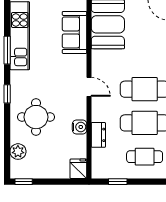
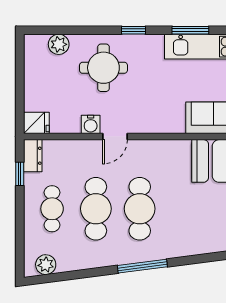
door: (89, 87) -> (115, 137), moved
dresser: (98, 135) -> (33, 156), moved, turned -90
window: (24, 182) -> (20, 52), removed

